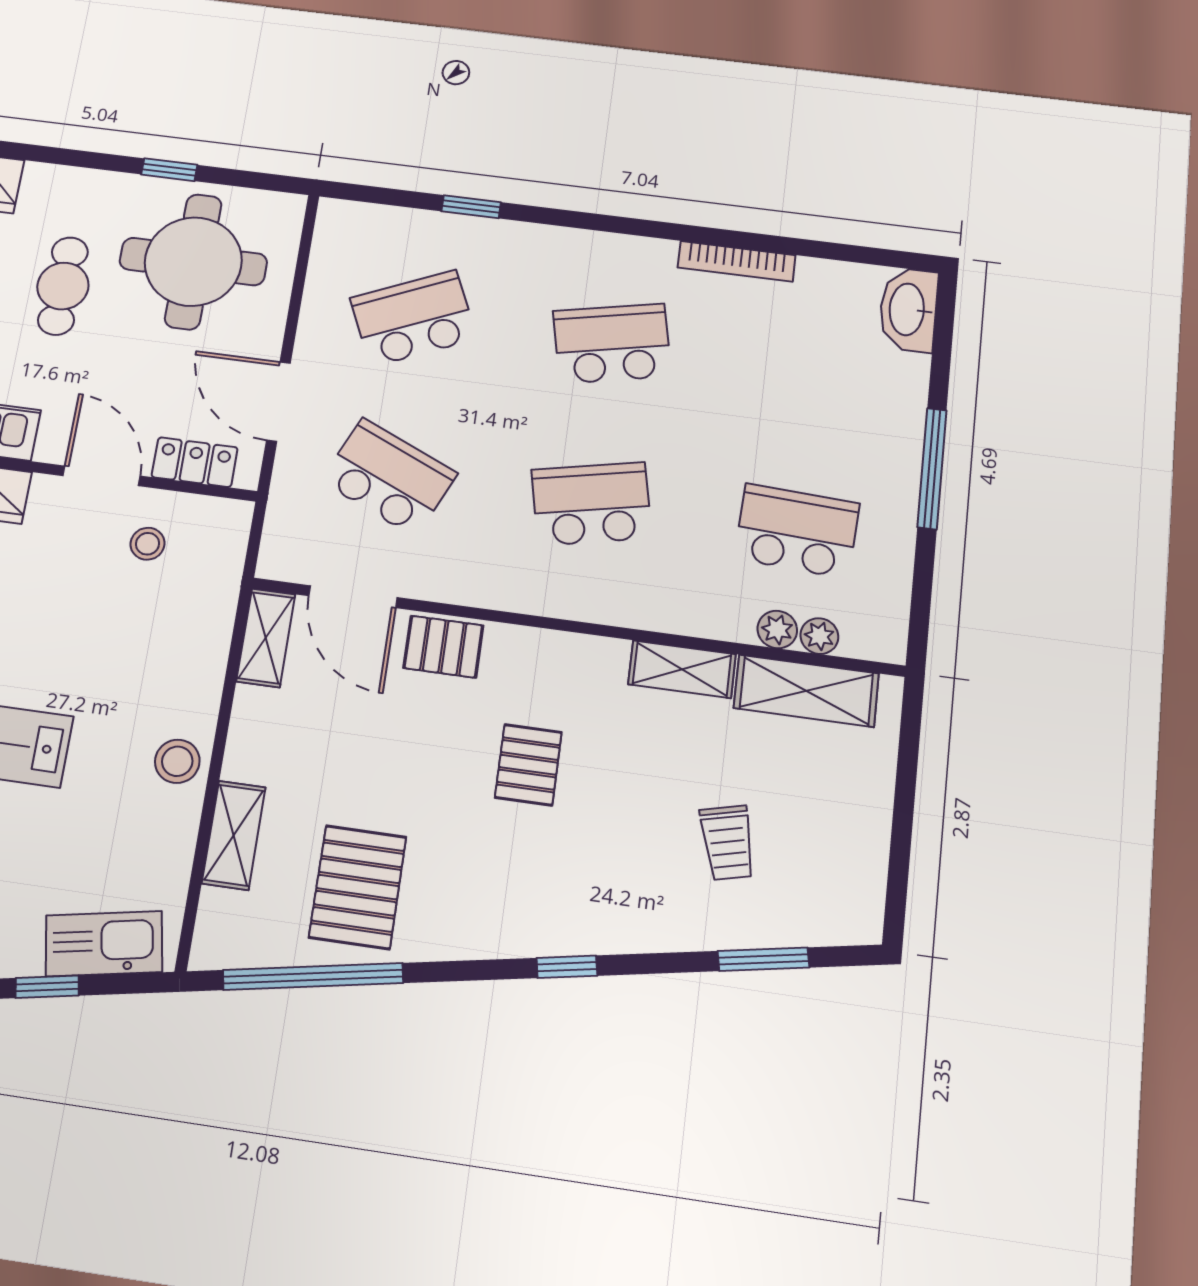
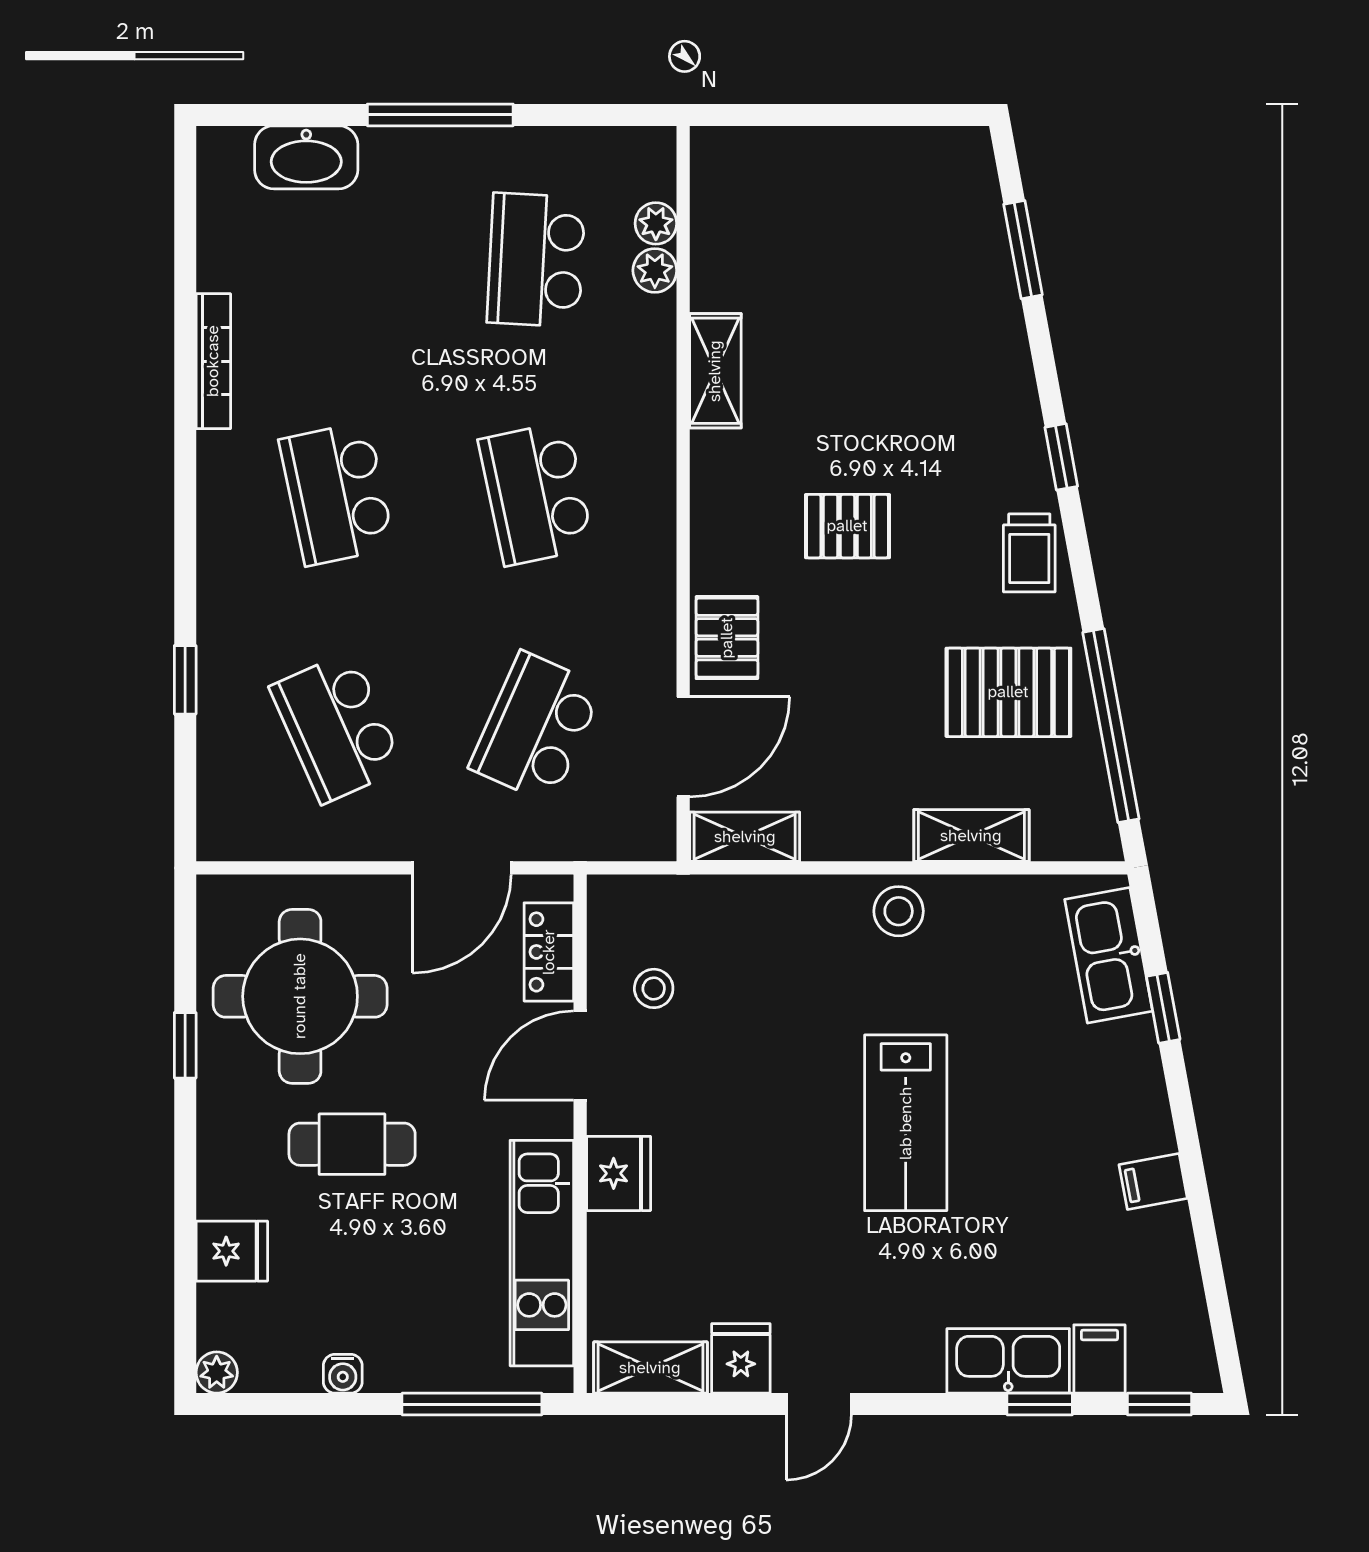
washbasin: (908, 310) -> (306, 157), moved
shelving: (806, 691) -> (721, 232), removed
trolley: (728, 843) -> (1029, 553), moved, turned 104

